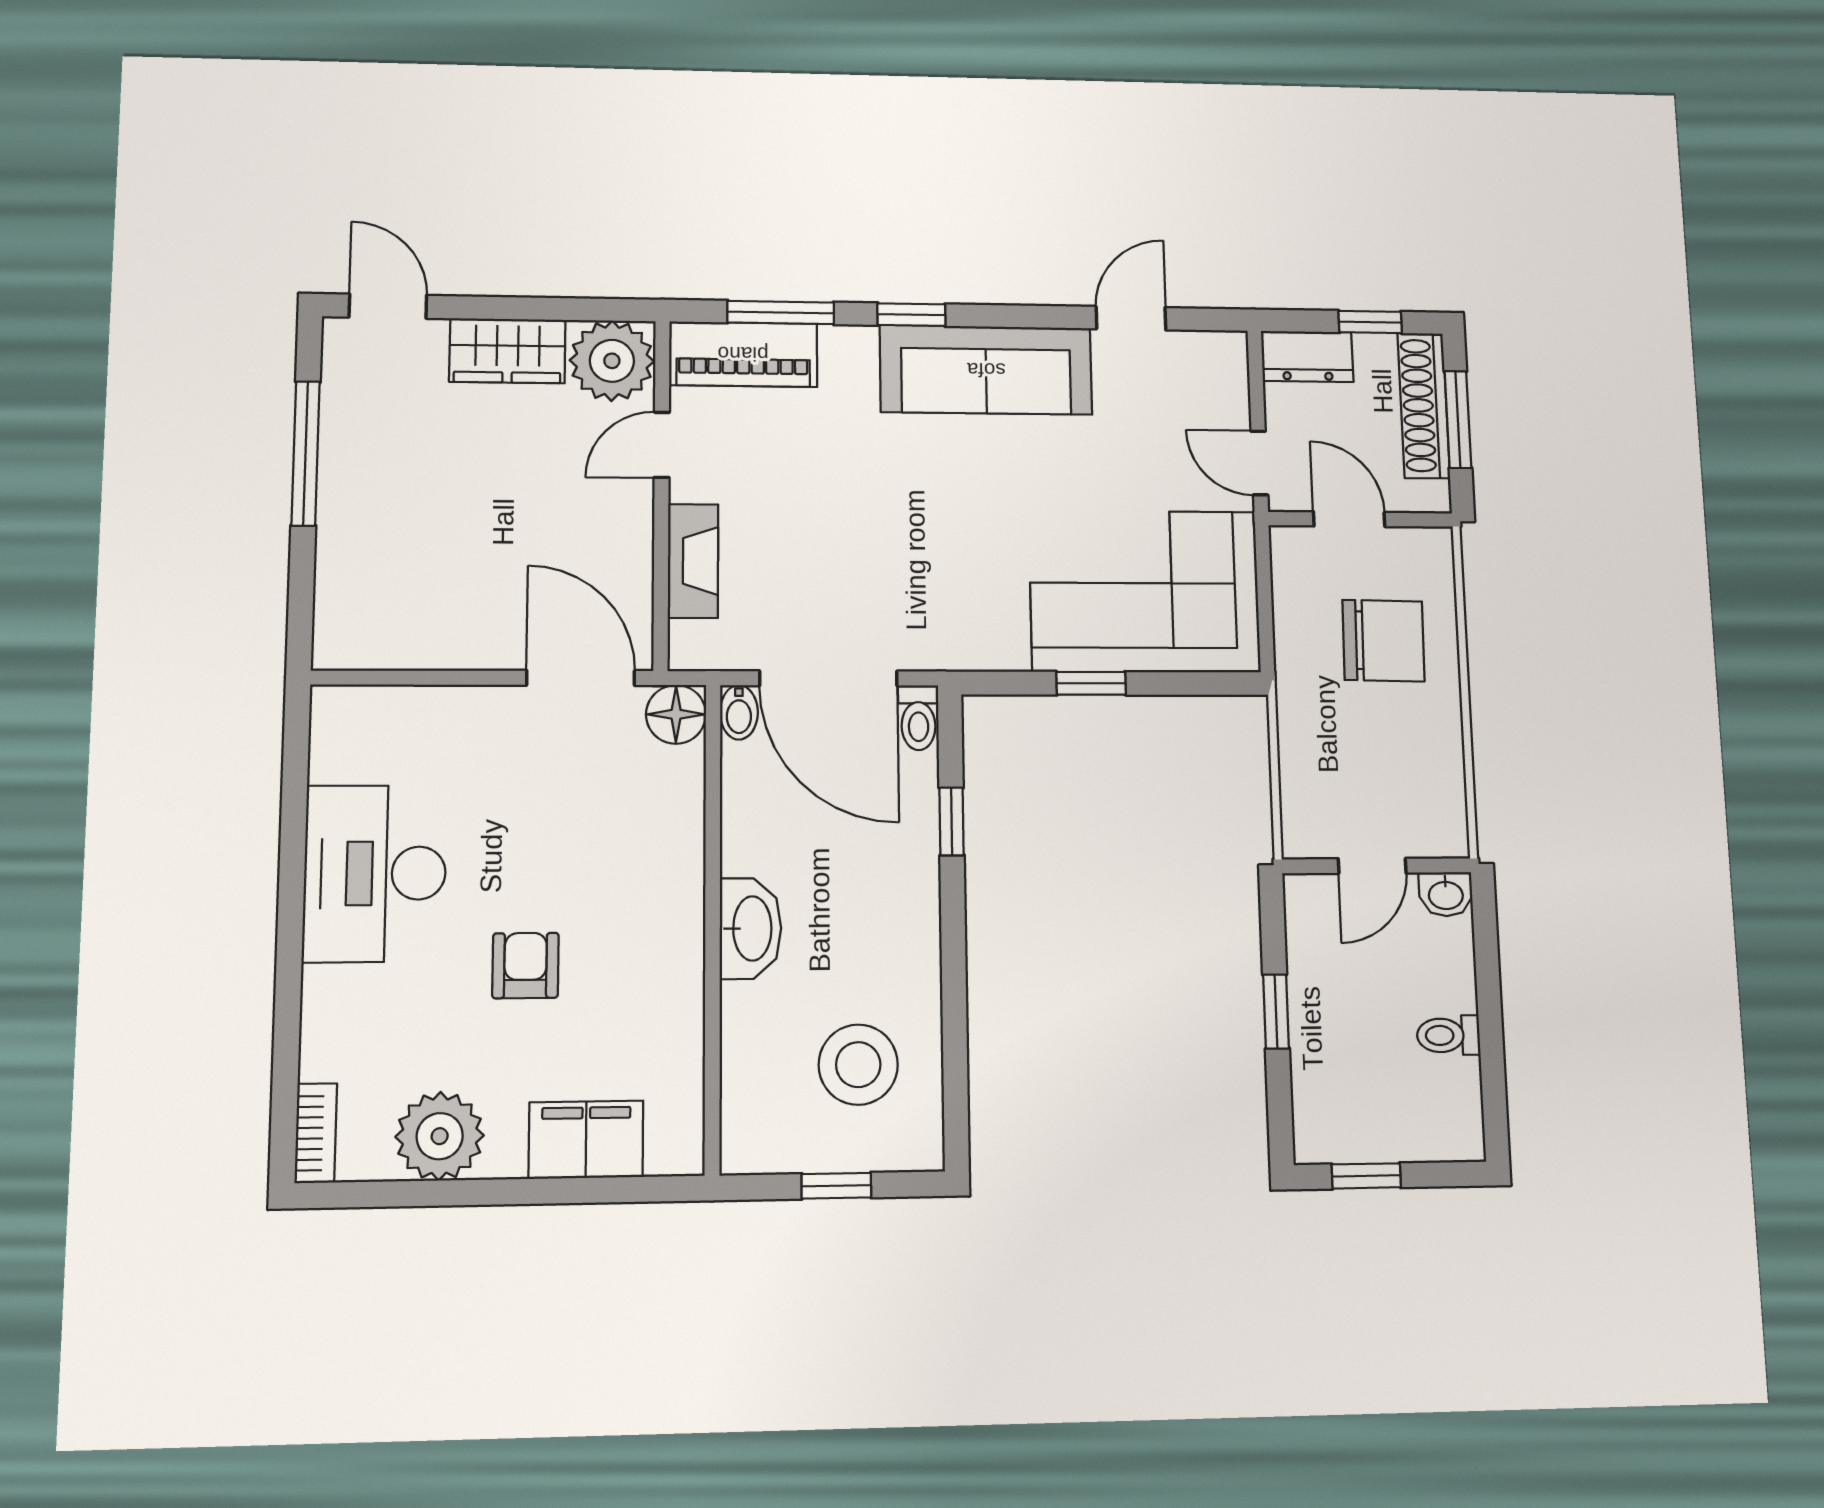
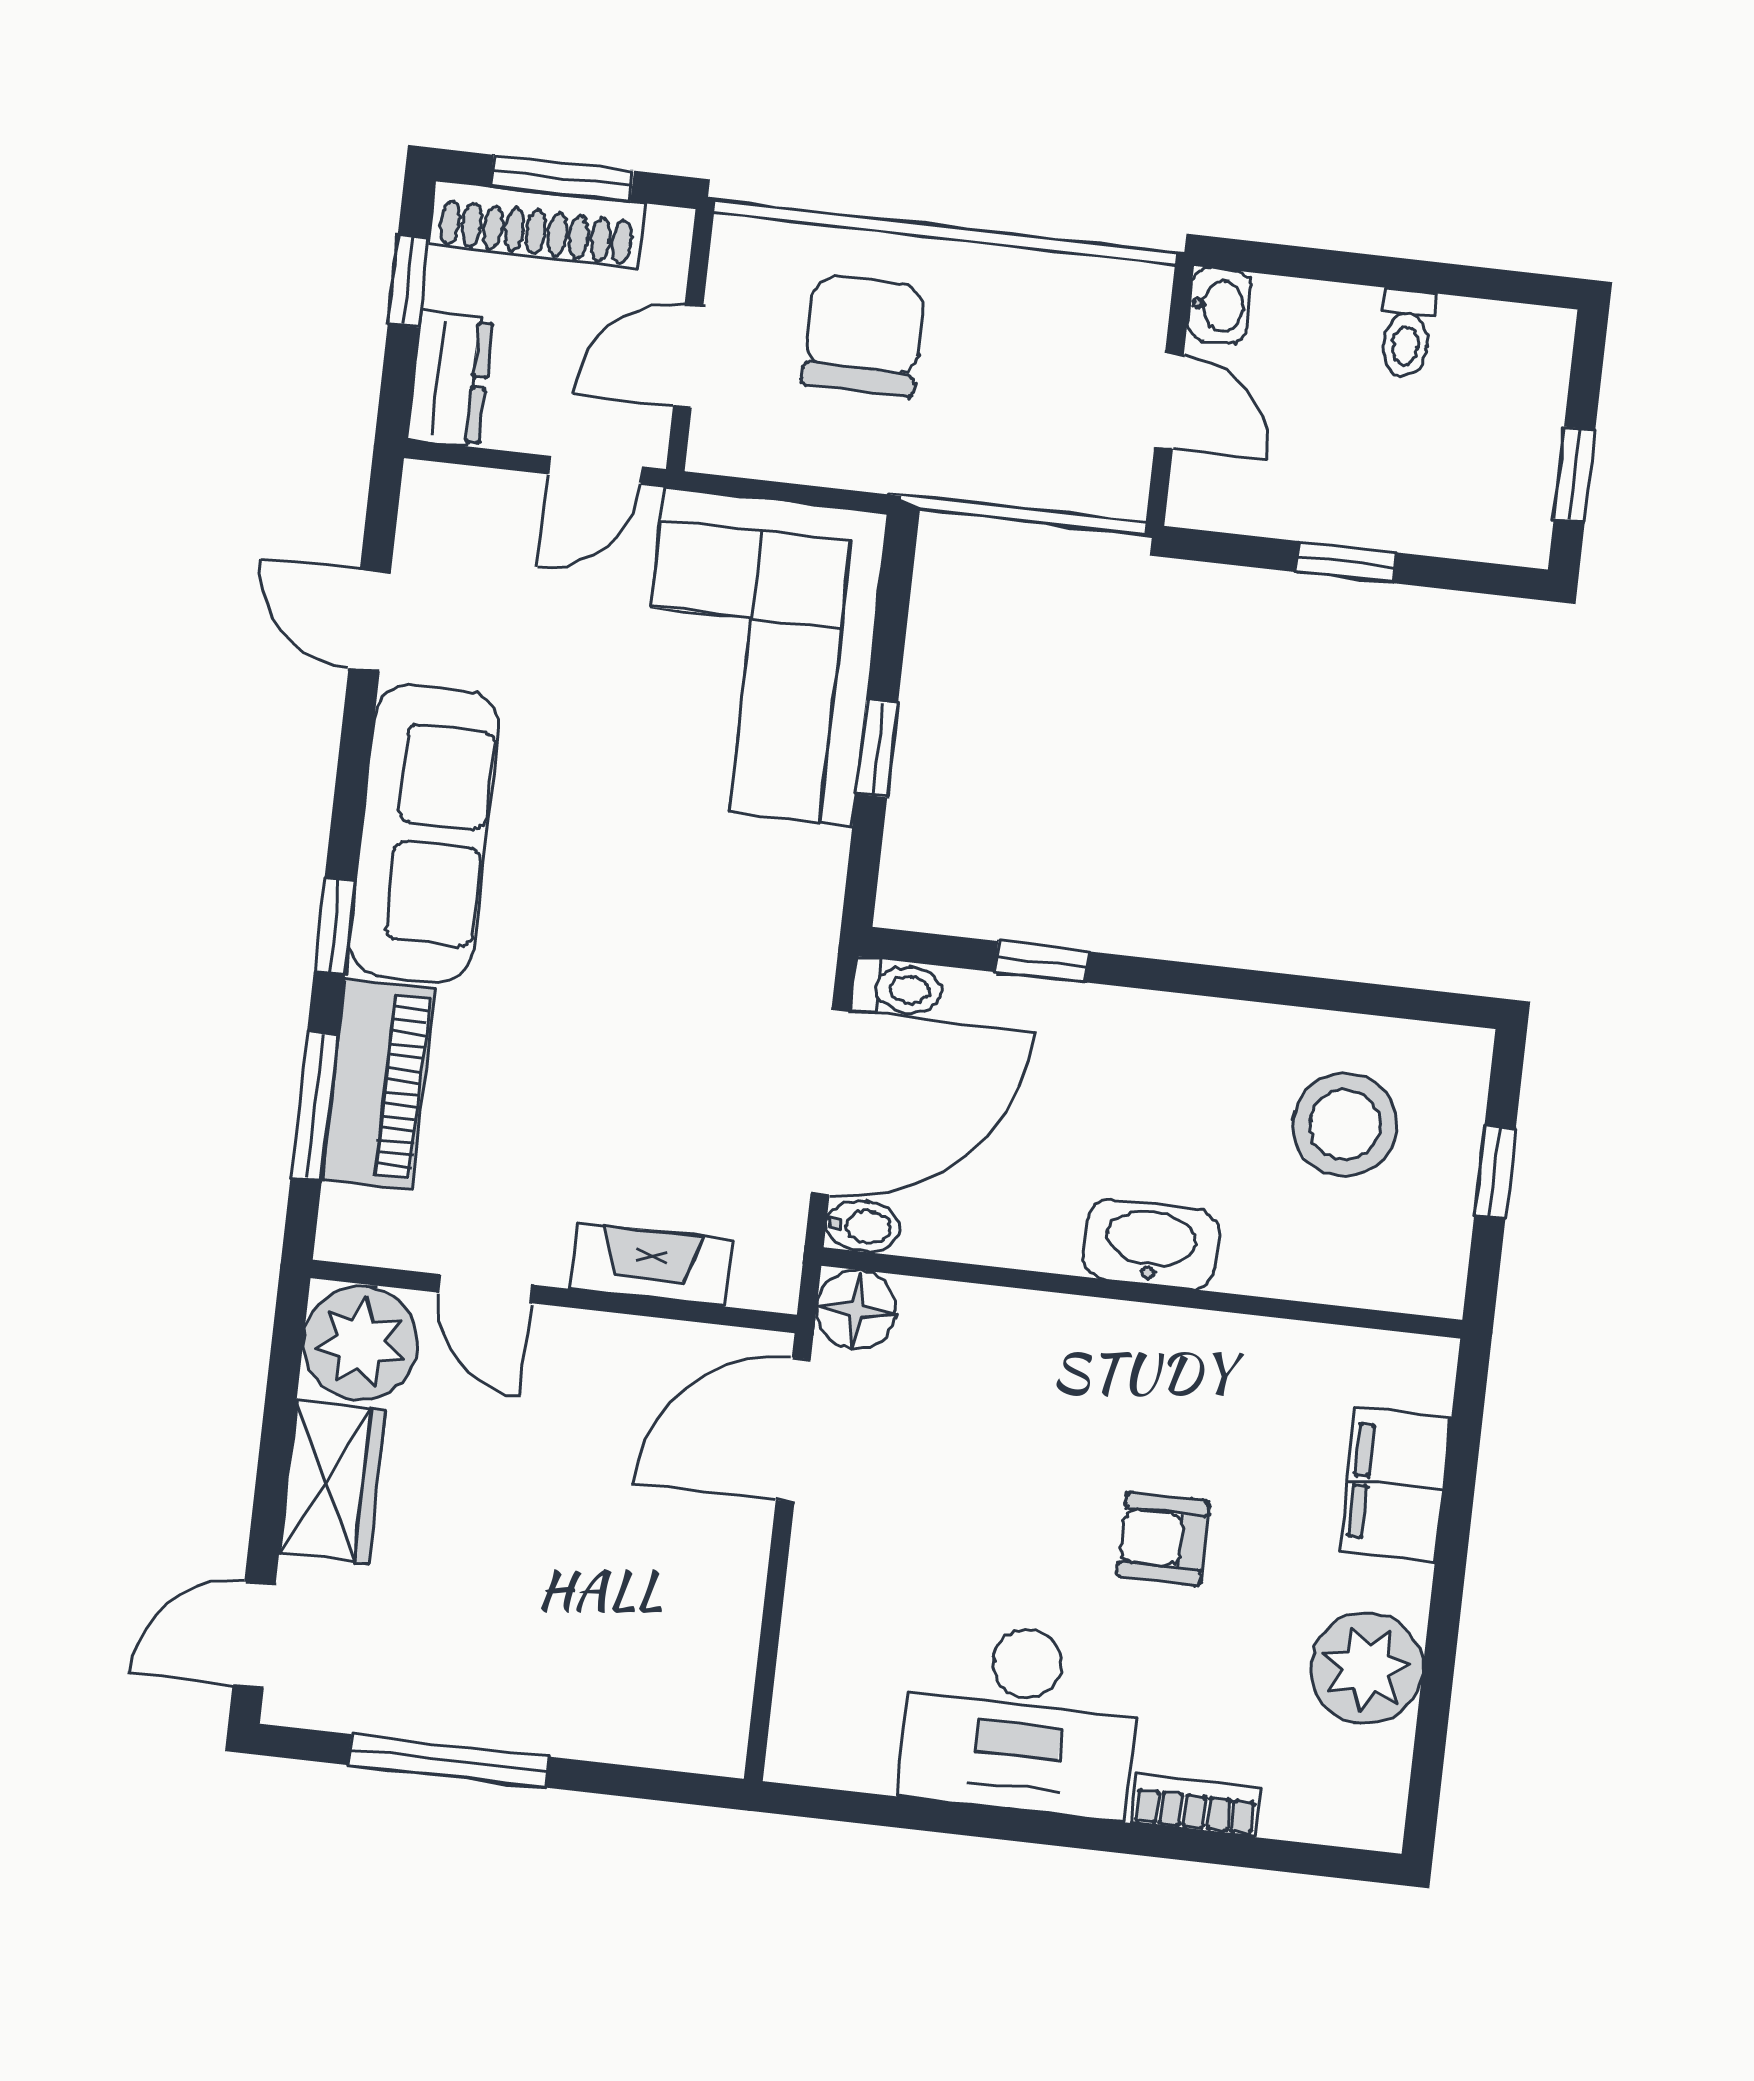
piano: (743, 354) -> (378, 1084), moved
bookcase: (316, 1133) -> (1196, 1805), moved

